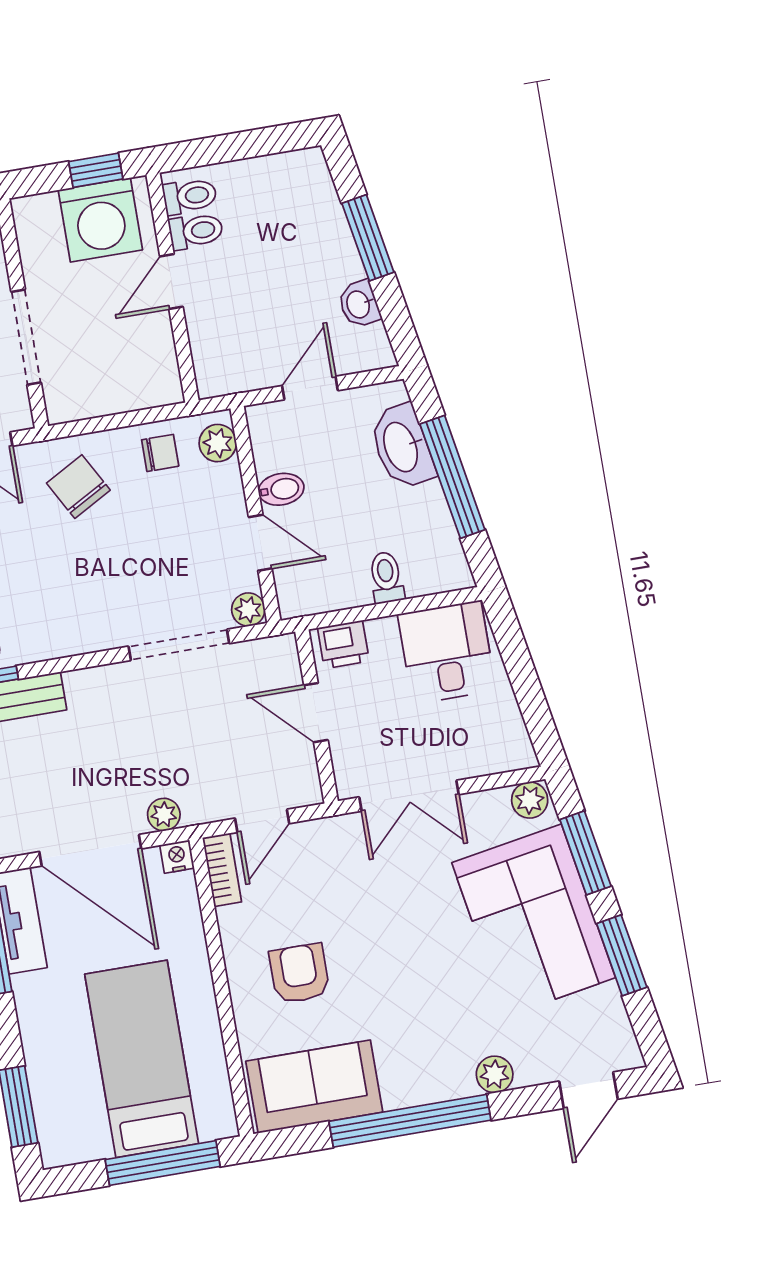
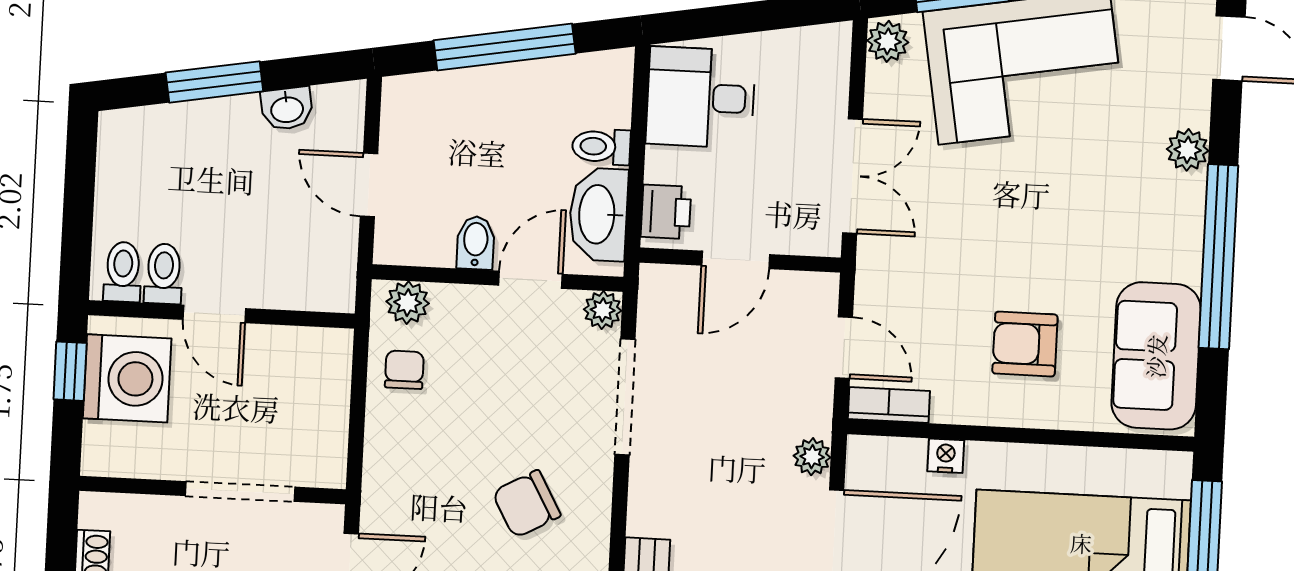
washbasin: (402, 447) -> (598, 214), moved, turned 100
chair: (78, 487) -> (526, 504), moved
nightstand: (177, 857) -> (946, 456), moved, turned 90

